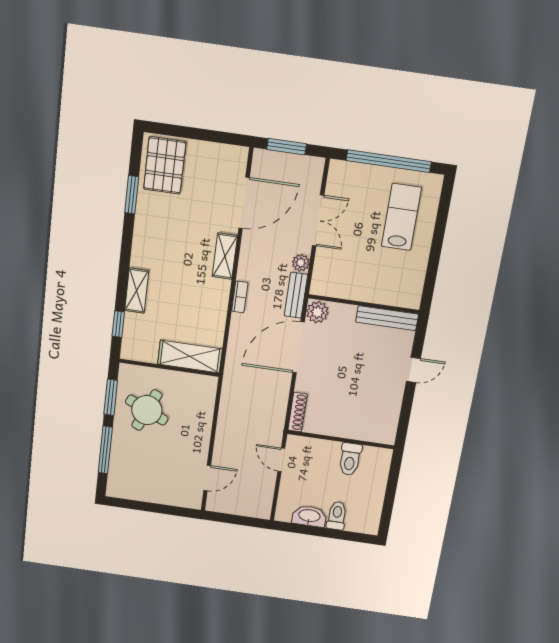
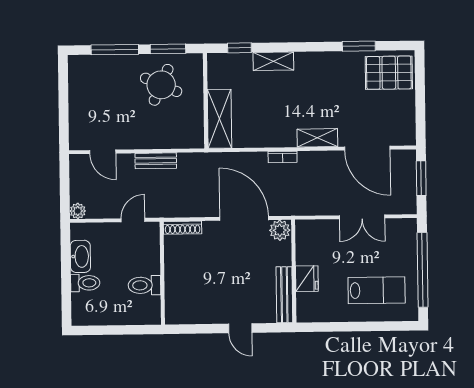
plant: (301, 263) -> (78, 211), moved
fridge: (374, 291) -> (307, 279), added
bench: (296, 295) -> (156, 161), moved

